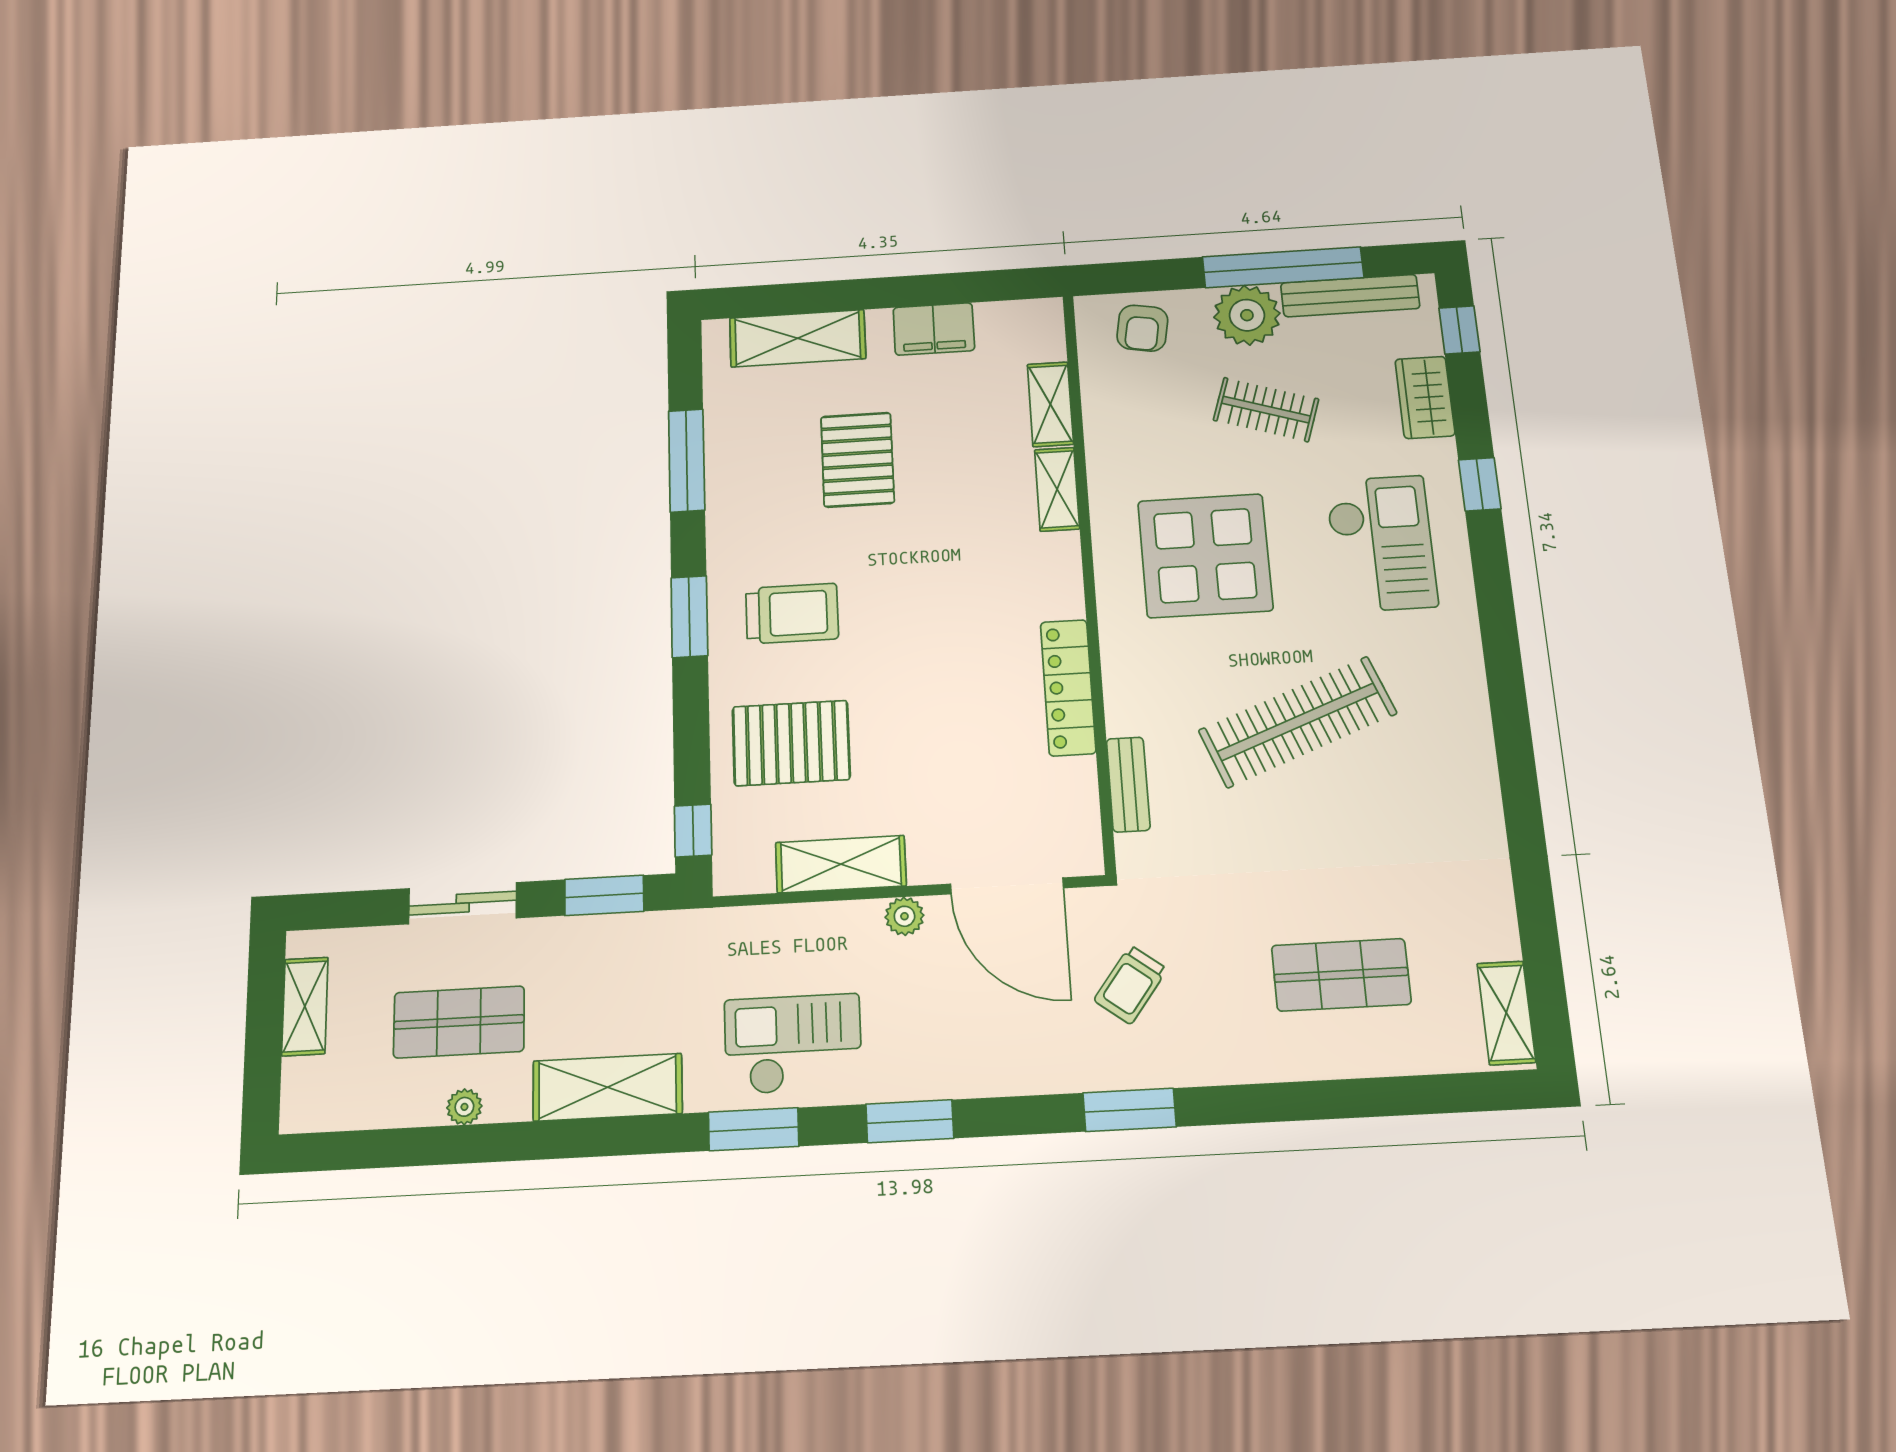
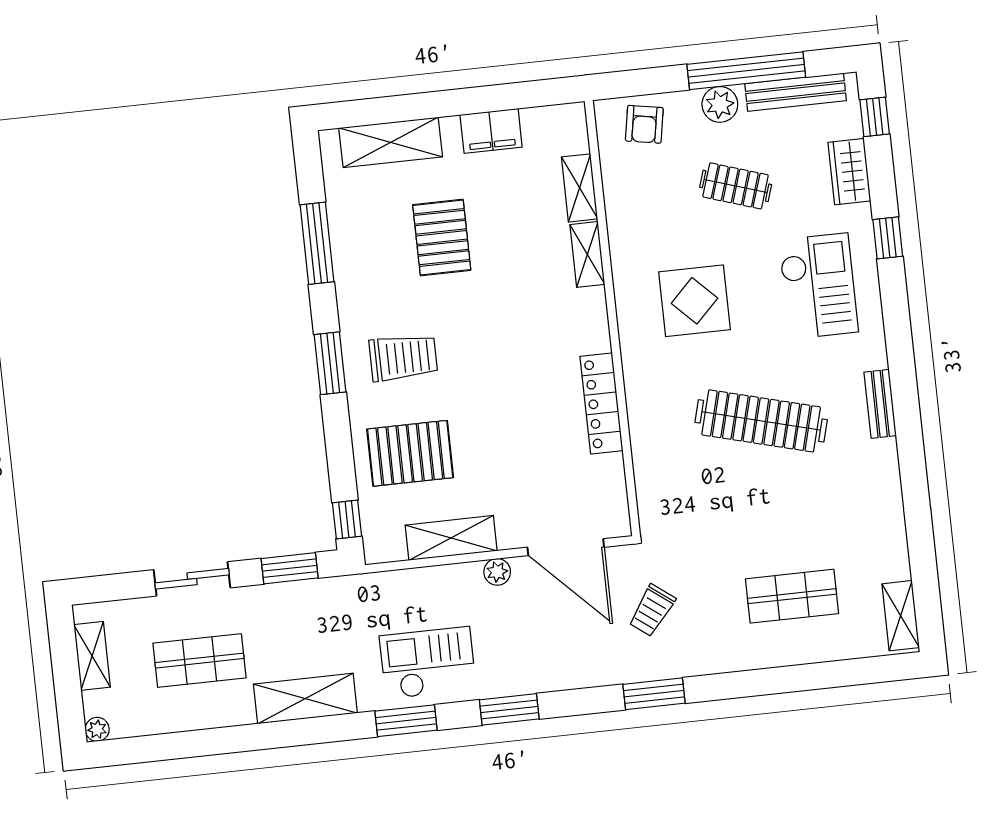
plant: (1247, 315) -> (720, 104), width x0.73, depth x0.73
display table: (1205, 556) -> (694, 301), width x0.73, depth x0.73
clothes rail: (1298, 722) -> (761, 421), turned 36
bench: (1128, 784) -> (880, 404), moved
plant: (464, 1107) -> (97, 729), moved

